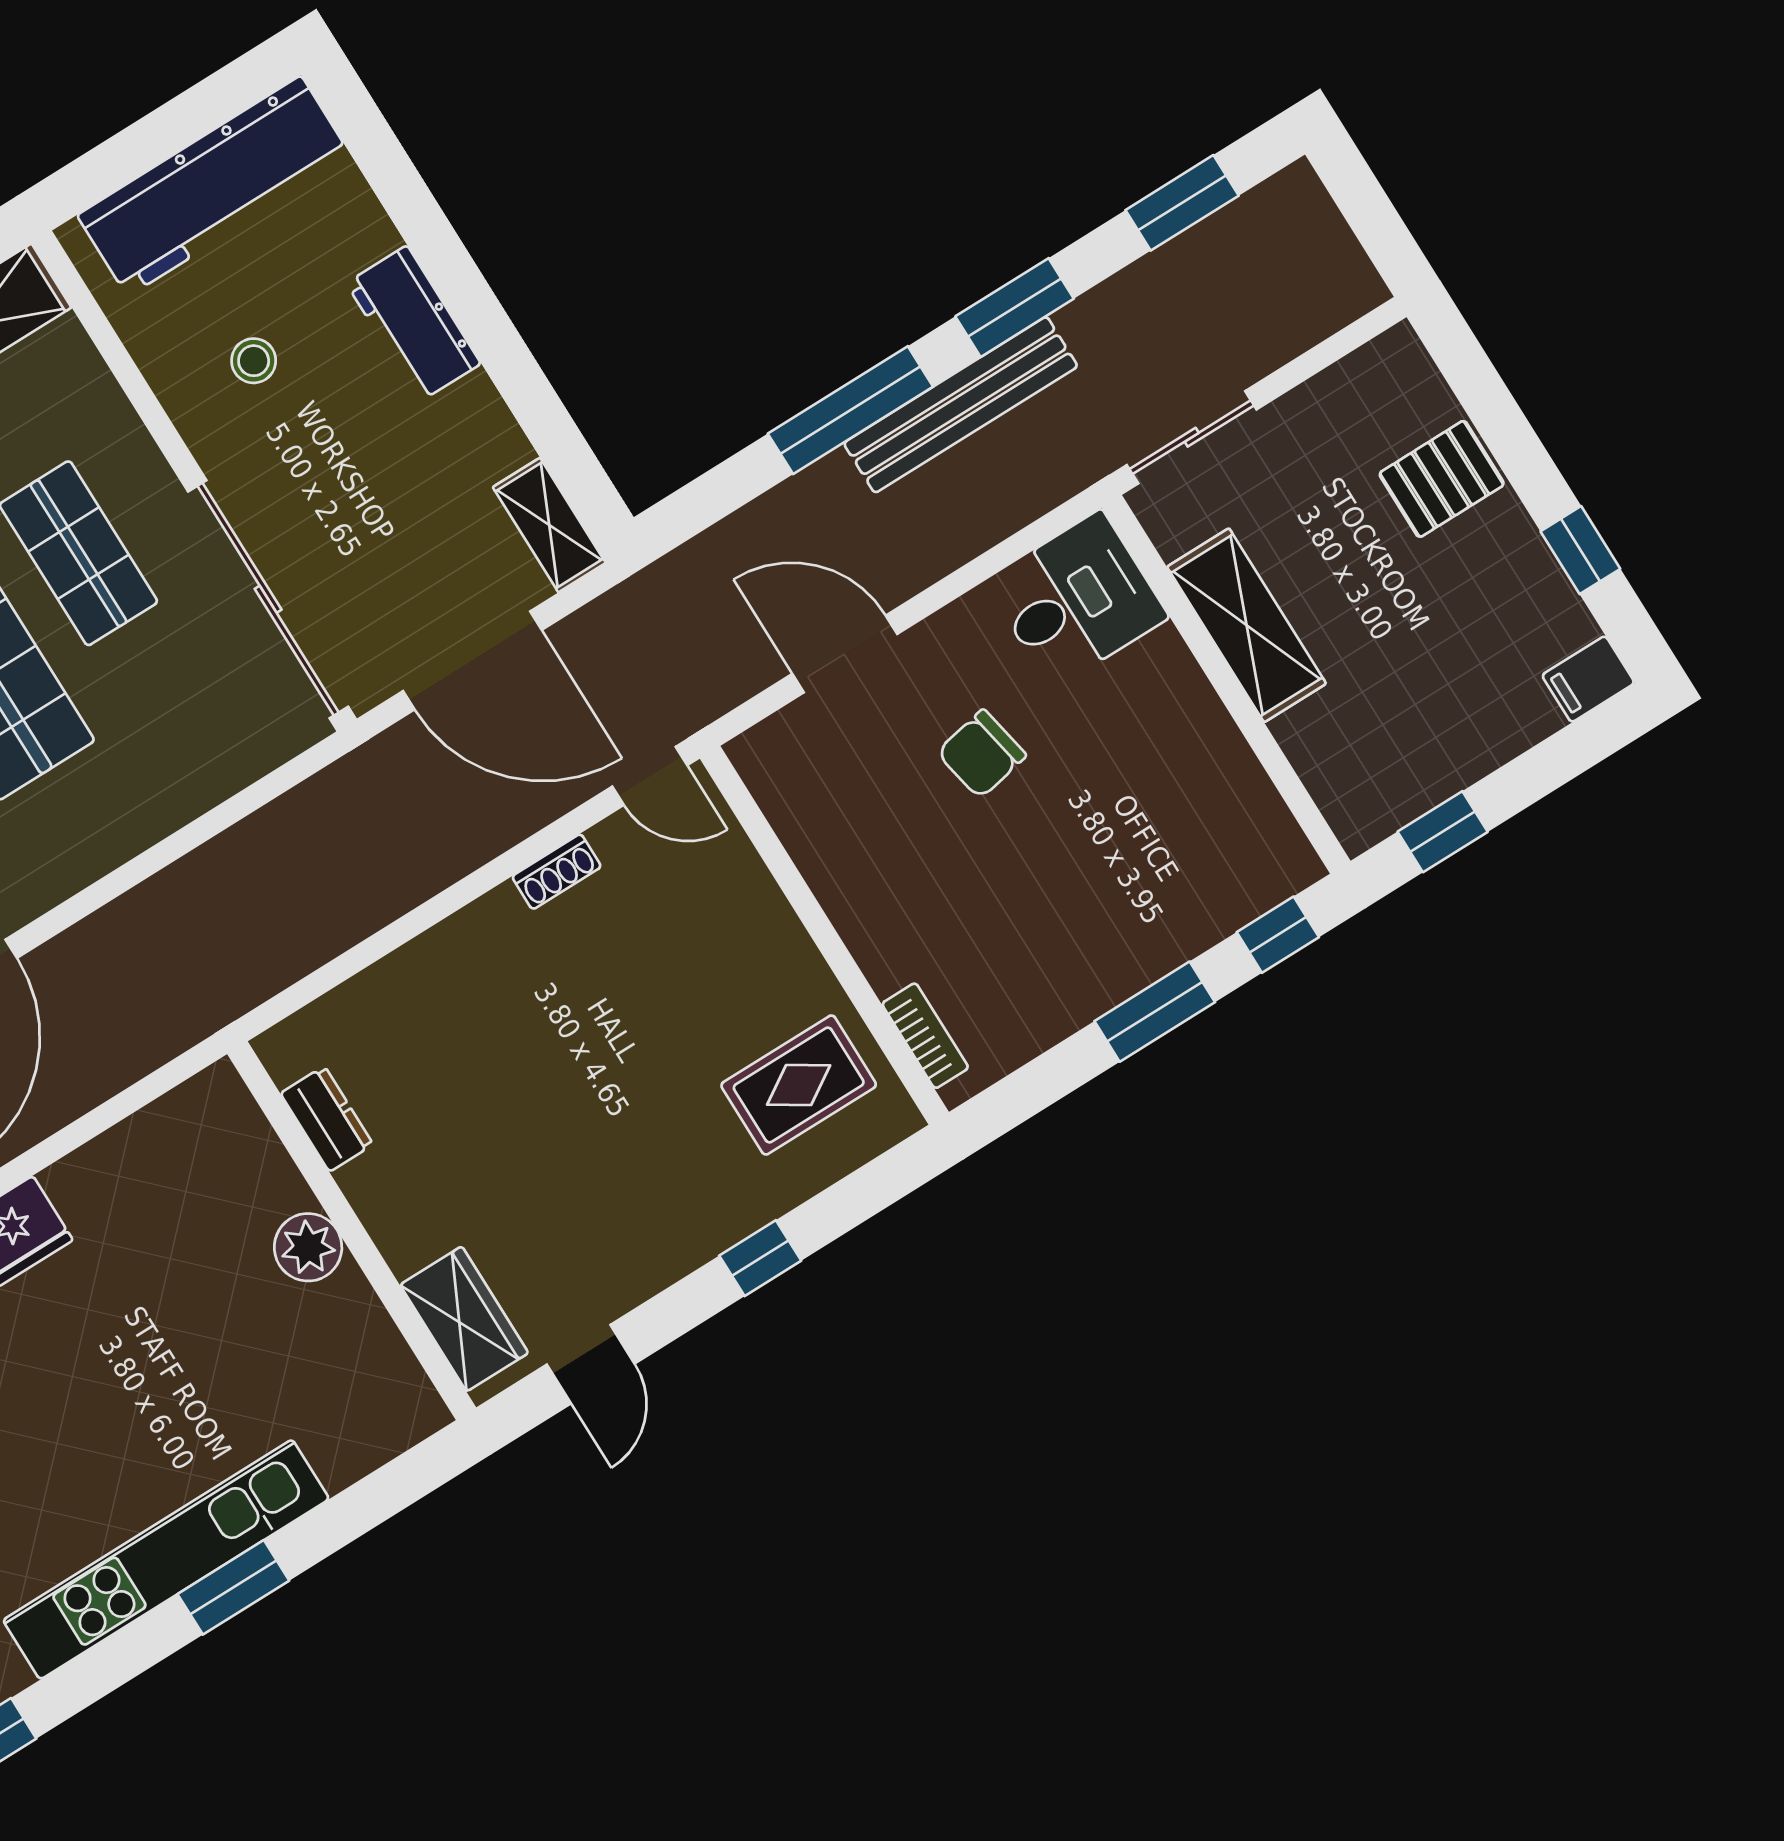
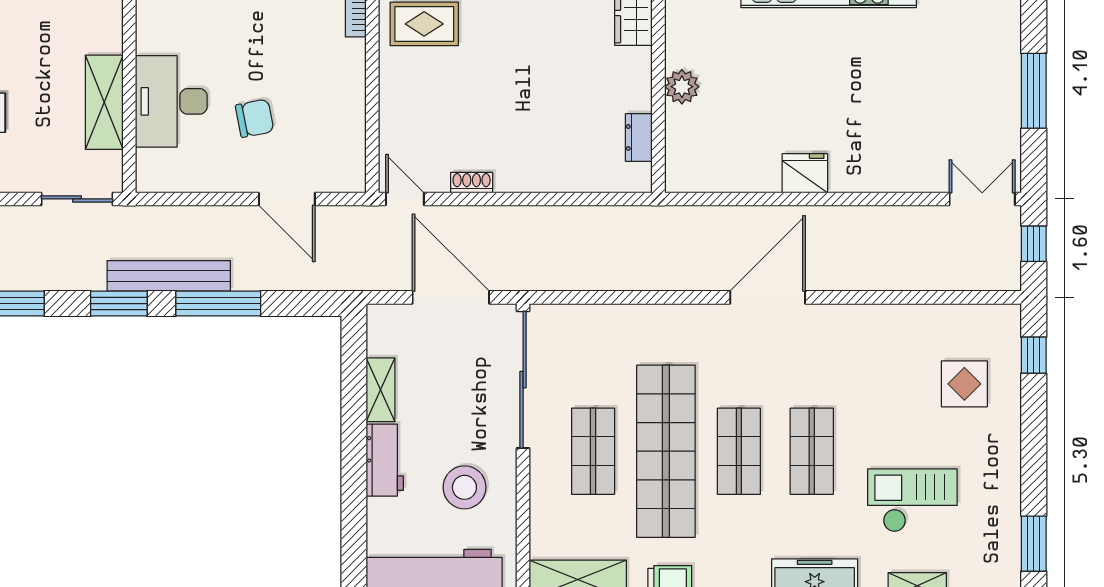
stool: (254, 361) -> (464, 487), width x1.89, depth x1.89
shelving: (549, 525) -> (380, 390), moved
desk: (1077, 600) -> (171, 101), moved, width x1.37

